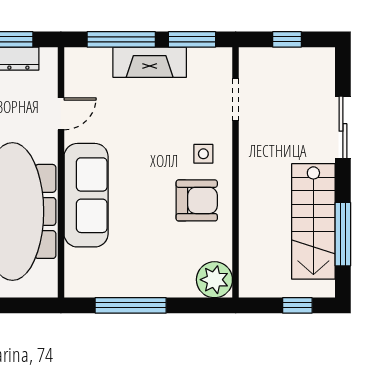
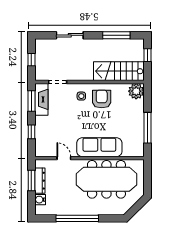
window: (121, 39) -> (31, 132), width x0.46
fireplace: (150, 62) -> (41, 99), moved
stairs: (313, 221) -> (119, 71), moved, turned 180

